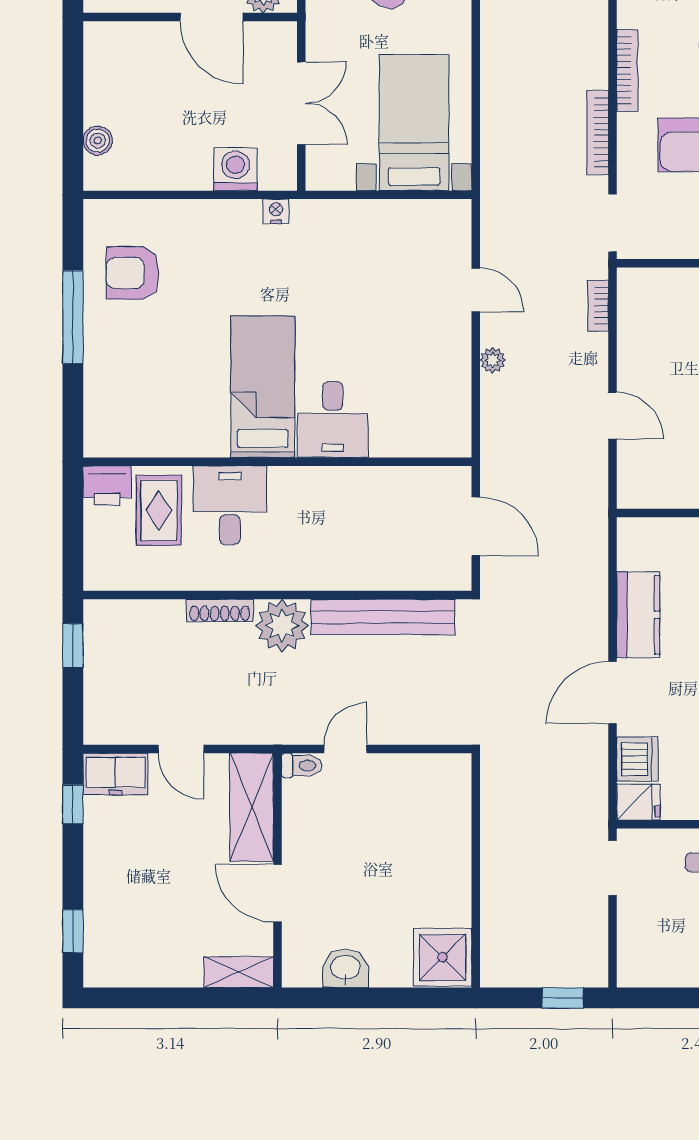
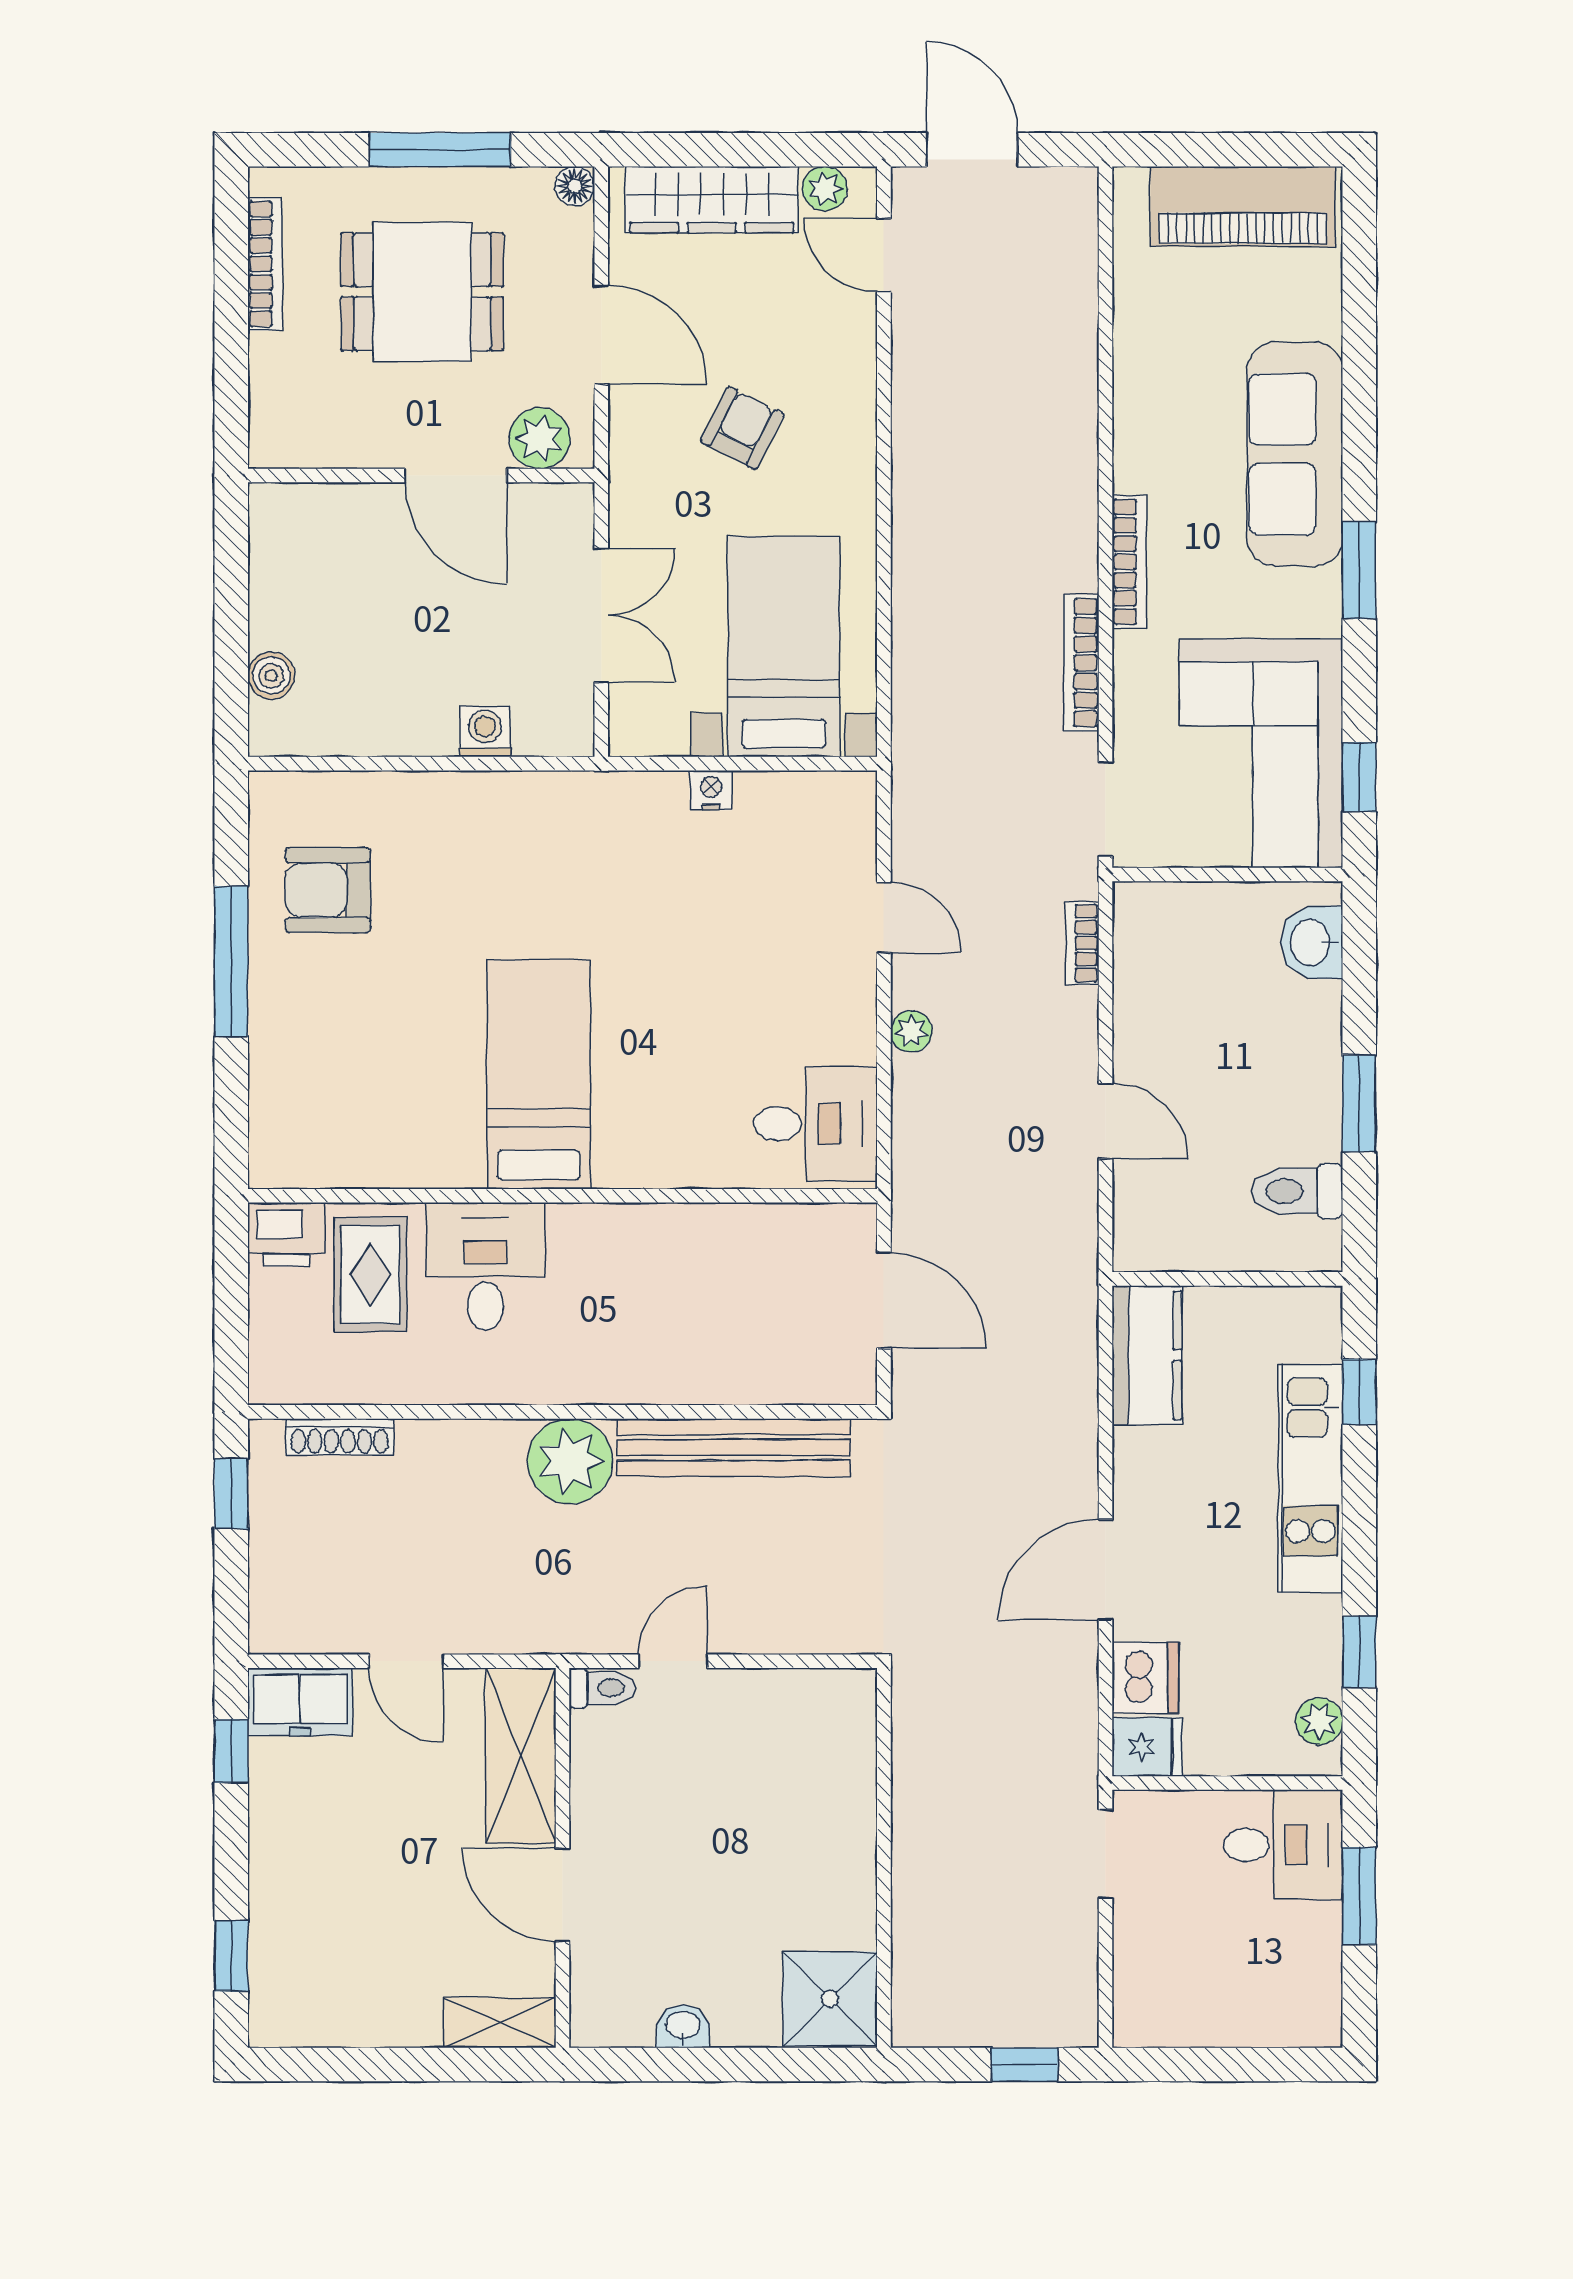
washing machine: (236, 169) -> (485, 732), width x0.73, depth x0.73
nightstand: (276, 211) -> (711, 790), moved
desk: (333, 419) -> (816, 1124), moved, turned -90
shoe rack: (220, 610) -> (340, 1437), moved
kitchen counter: (638, 615) -> (1147, 1355), moved
washbasin: (345, 968) -> (683, 2026), width x0.72, depth x0.69

